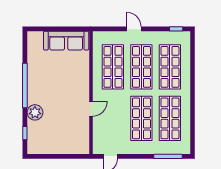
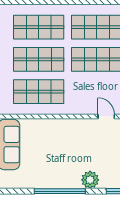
door: (91, 109) -> (106, 116), moved

